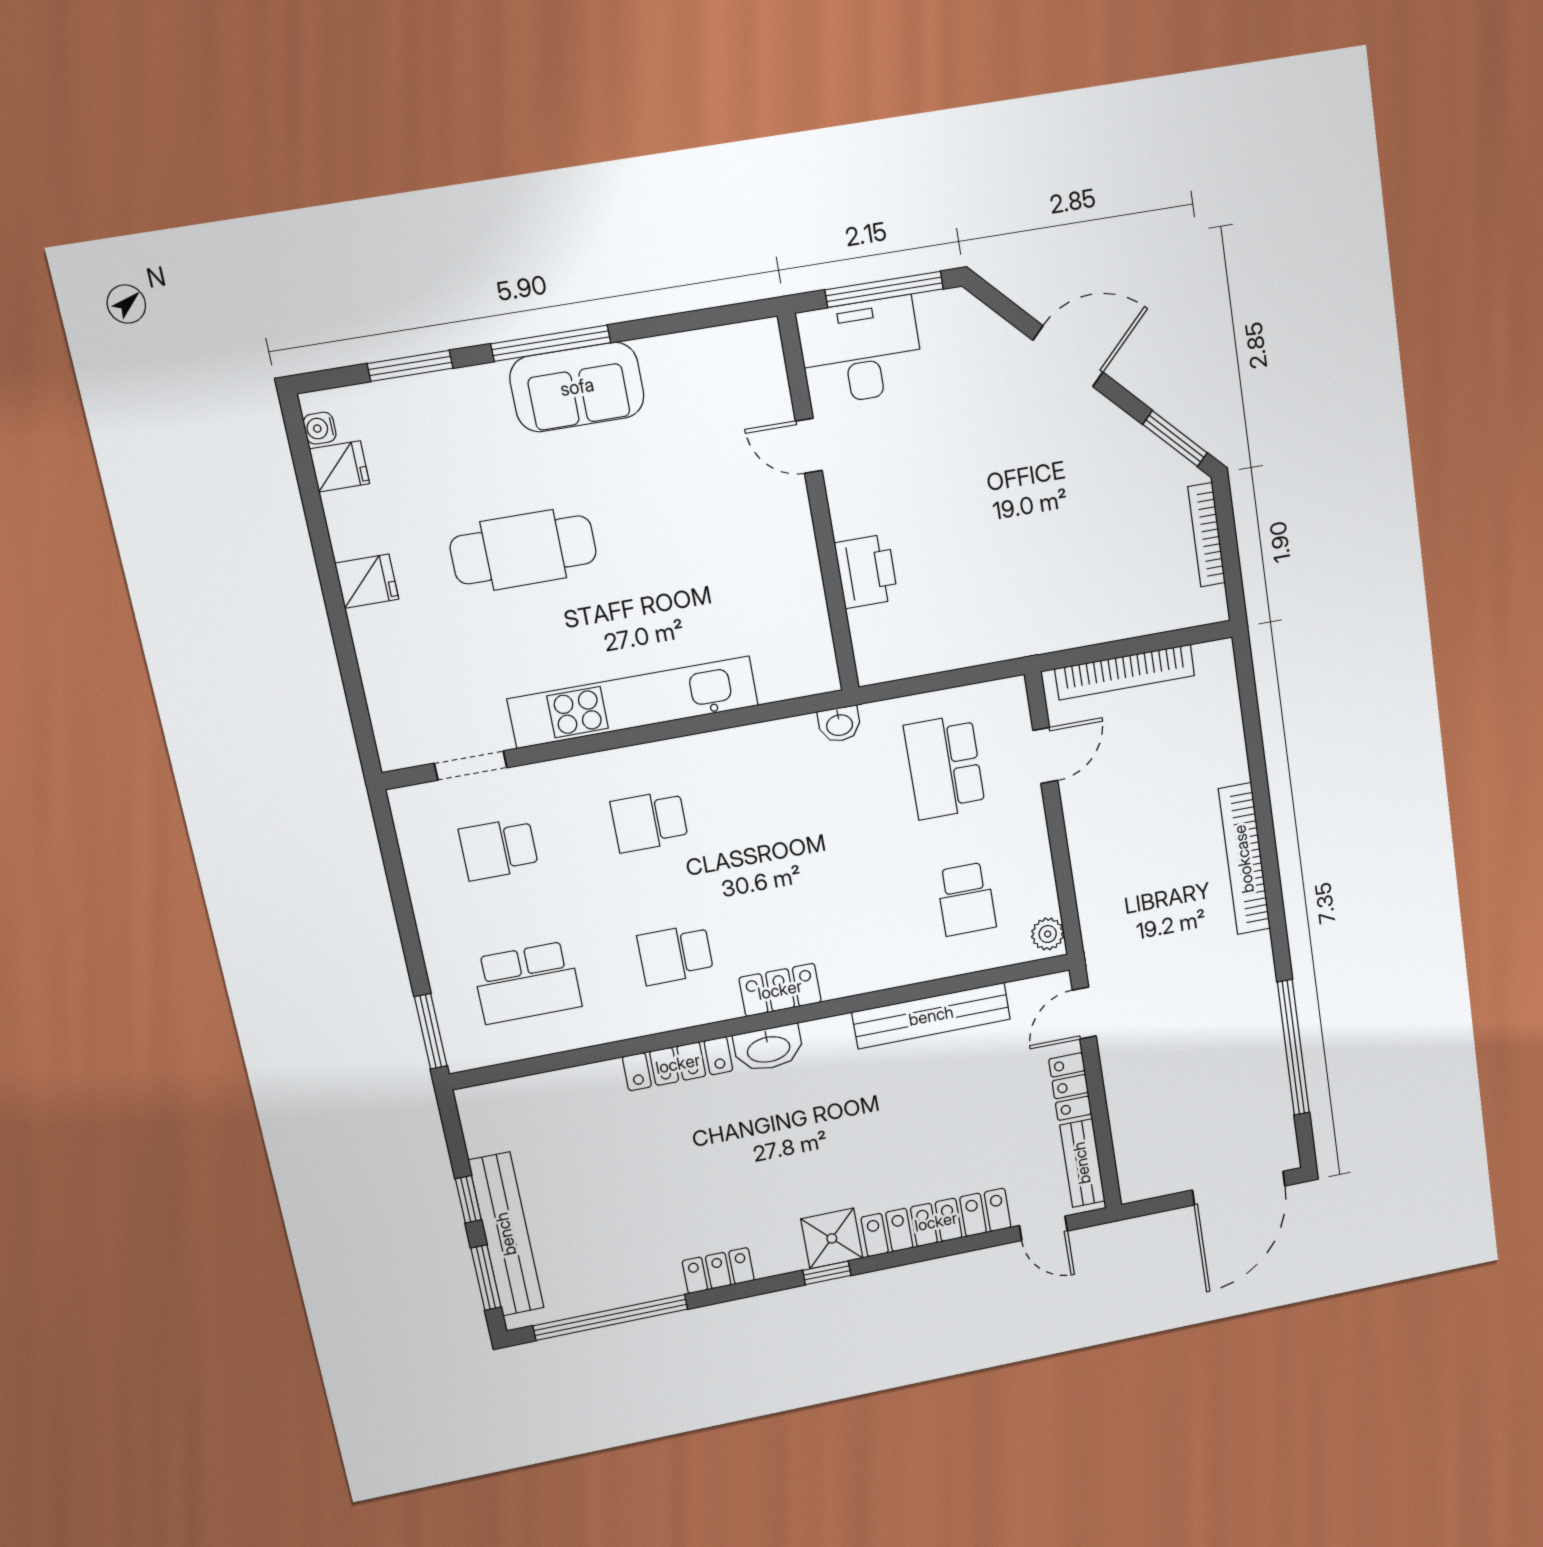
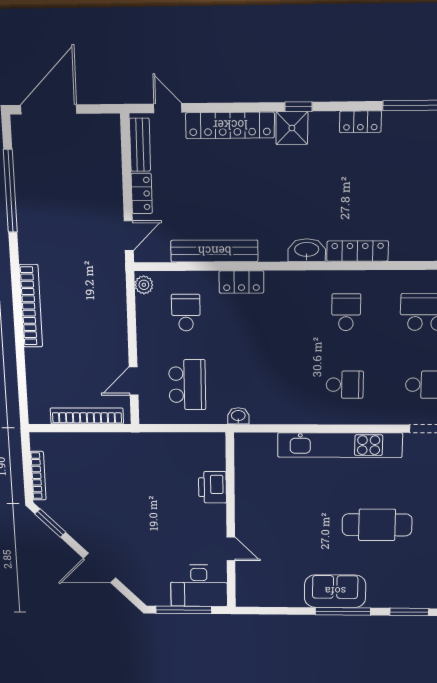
school desk: (675, 954) -> (346, 312), turned -90
locker: (780, 990) -> (241, 282), moved

